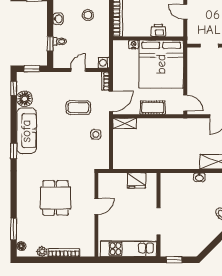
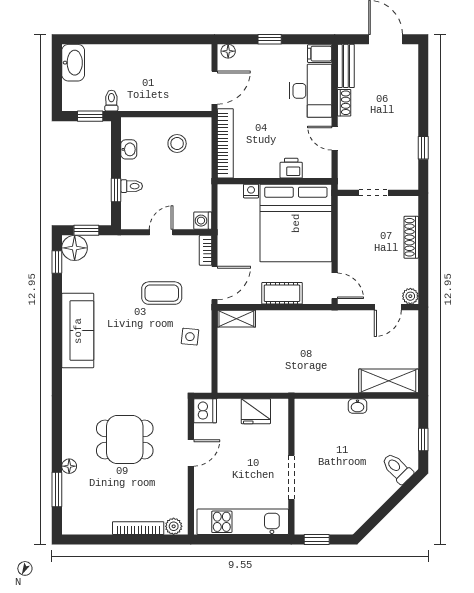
floor lamp: (25, 99) -> (75, 248), moved
window: (14, 151) -> (57, 364), removed
dishwasher: (105, 180) -> (205, 411), added
dining table: (56, 198) -> (125, 440), turned 90
floor lamp: (21, 246) -> (69, 466), moved
plant: (42, 252) -> (174, 526), moved

